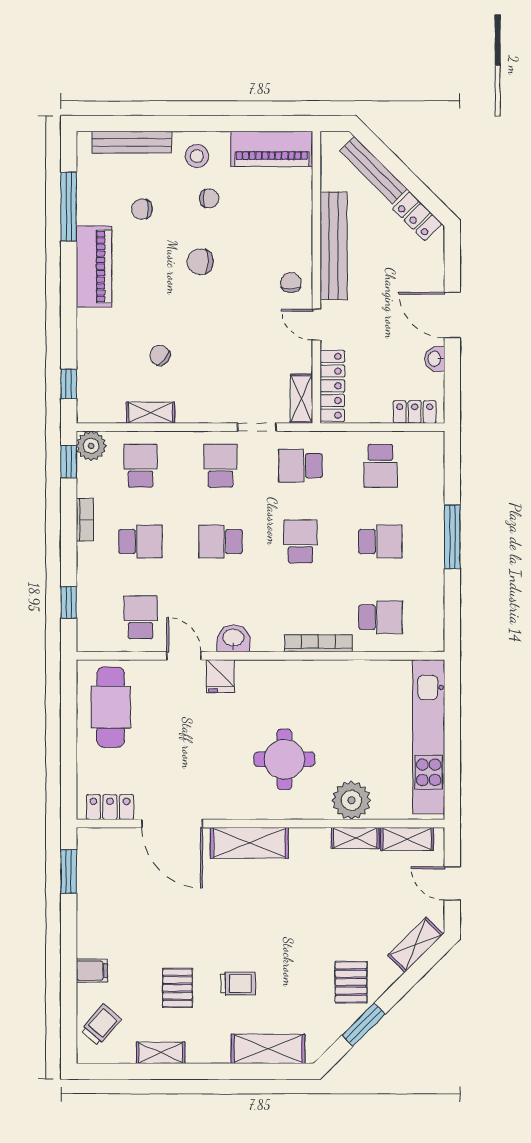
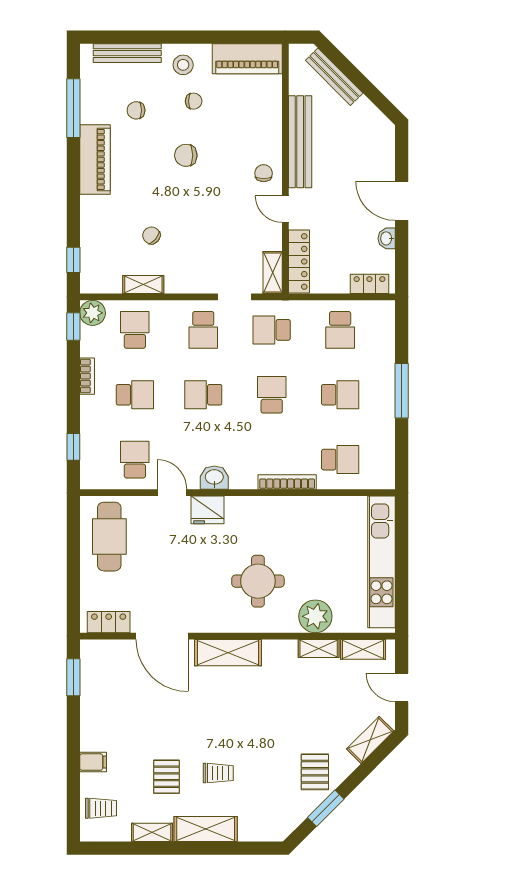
locker: (417, 216) -> (372, 116), removed
school desk: (220, 466) -> (203, 330), turned 180
fridge: (220, 676) -> (208, 510), width x1.38
trolley: (101, 1025) -> (101, 808), turned 49
shelving: (268, 1049) -> (206, 829), moved

